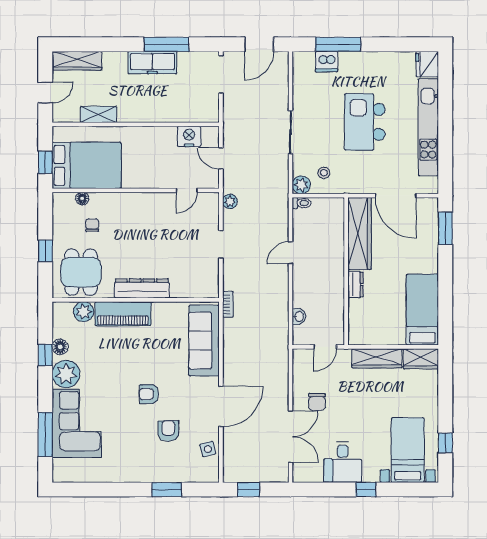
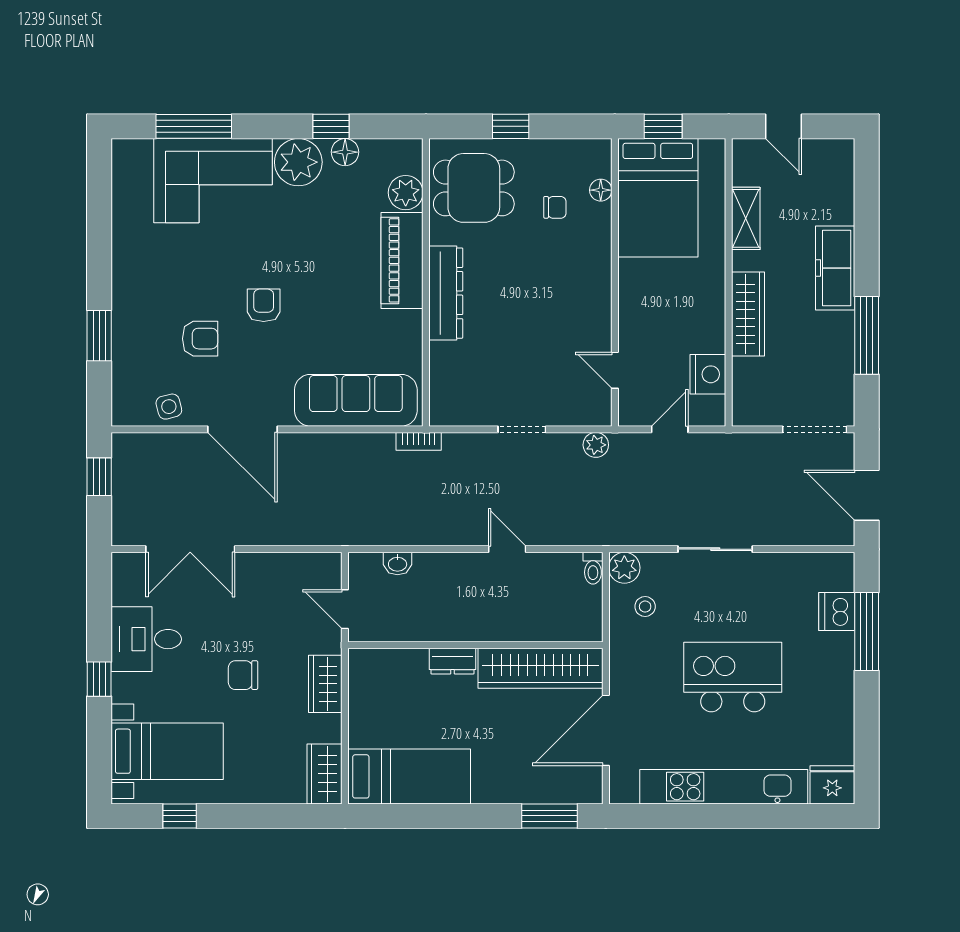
wardrobe: (77, 61) -> (748, 314), moved, turned 180
freezer: (152, 63) -> (835, 268), moved
wardrobe: (377, 358) -> (325, 684), width x0.67
chair: (317, 402) -> (243, 675), moved

